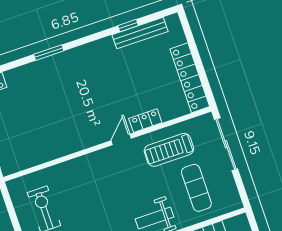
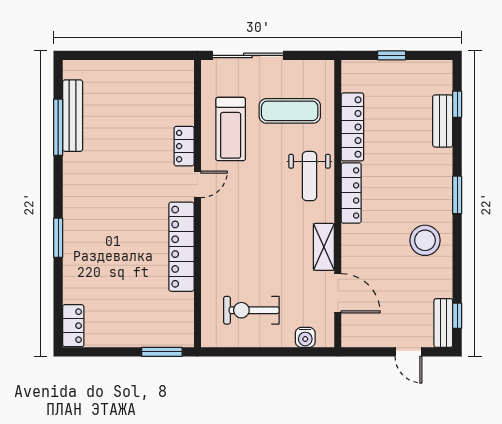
window: (128, 26) -> (58, 127), width x2.17
locker: (190, 78) -> (181, 247), moved, turned 90
door: (121, 140) -> (197, 184), swing flipped

